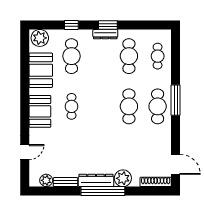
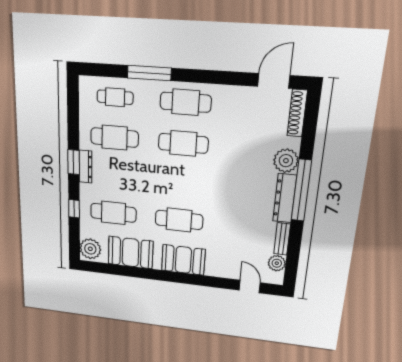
window: (176, 100) -> (149, 73), moved
cafe table: (71, 106) -> (179, 220), width x1.37, depth x1.35
door: (25, 152) -> (250, 286), moved

